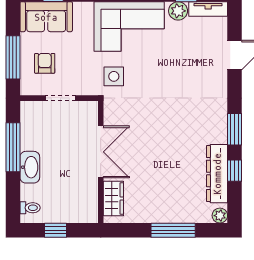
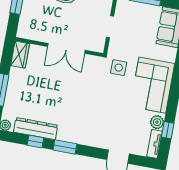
armchair: (45, 63) -> (137, 20), removed
wardrobe: (113, 198) -> (20, 55), moved, turned -90

